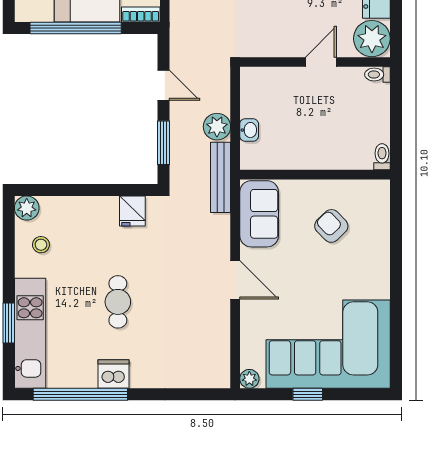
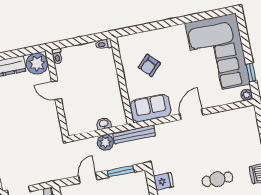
window: (308, 394) -> (251, 72), moved

